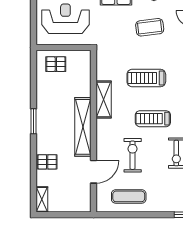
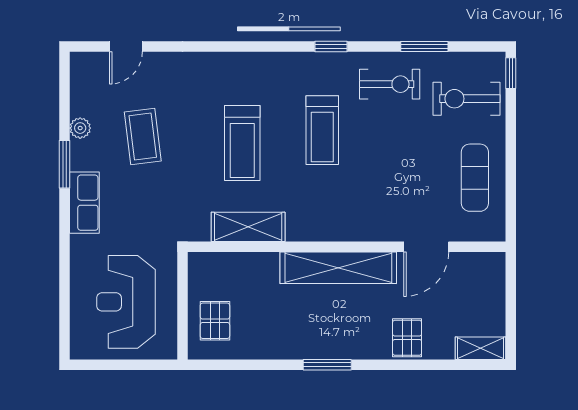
shelving: (104, 100) -> (248, 227), moved
exercise bike: (133, 155) -> (466, 99), moved
door: (94, 172) -> (426, 247), swing flipped

